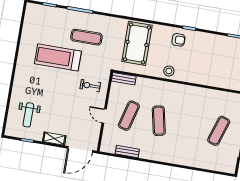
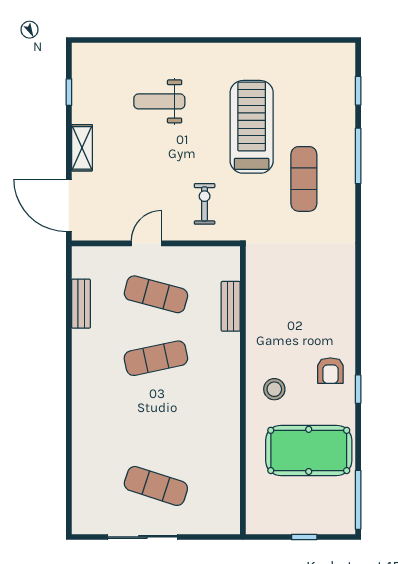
pool table: (137, 43) -> (309, 450), moved
stool: (169, 71) -> (274, 389), moved
bench: (124, 79) -> (231, 306), moved
weight bench: (28, 115) -> (159, 101), moved

